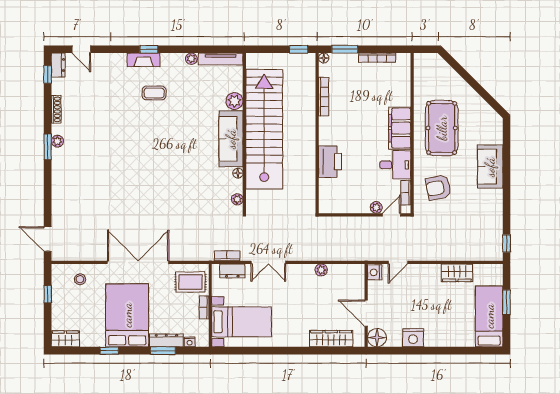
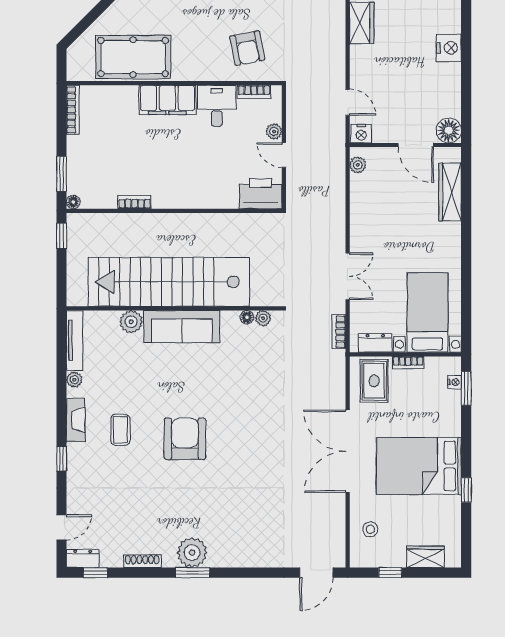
window: (149, 49) -> (62, 459), moved
bookcase: (377, 58) -> (73, 110), moved
fireplace: (144, 60) -> (76, 420), moved
bookcase: (324, 97) -> (135, 202), width x0.64
pool table: (442, 128) -> (133, 57), moved
plant: (57, 141) -> (192, 553), width x1.87, depth x1.87
armchair: (147, 141) -> (185, 439), added
printer: (330, 162) -> (261, 194), moved
floor lamp: (238, 173) -> (247, 317), moved
door: (391, 215) -> (284, 155), moved
plant: (321, 270) -> (358, 165), moved
dresser: (232, 271) -> (375, 343), moved, turned -90
door: (366, 313) -> (416, 145), hinge flipped
nightstand: (413, 338) -> (449, 48), moved
wardrobe: (65, 339) -> (425, 557), moved, turned 90
dresser: (166, 340) -> (452, 413), removed
window: (163, 351) -> (466, 388), moved

